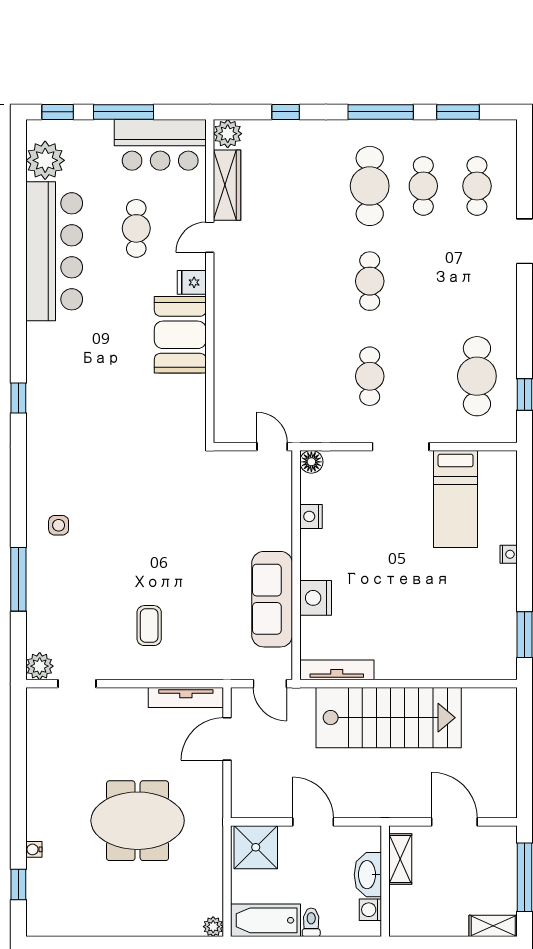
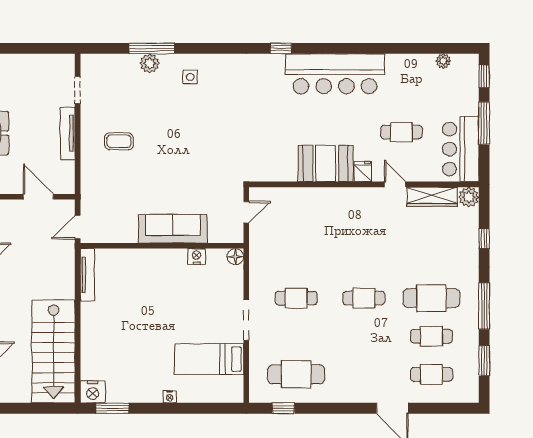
plant: (45, 160) -> (443, 61), width x0.53, depth x0.53
bar counter: (54, 251) -> (335, 74), moved
door: (272, 447) -> (246, 212), moved
nightstand: (316, 598) -> (93, 392), moved, turned 180
sofa: (272, 599) -> (173, 229), moved
plant: (40, 666) -> (150, 63), moved
tv unit: (186, 697) -> (68, 133), moved
stairs: (389, 718) -> (54, 351), moved

